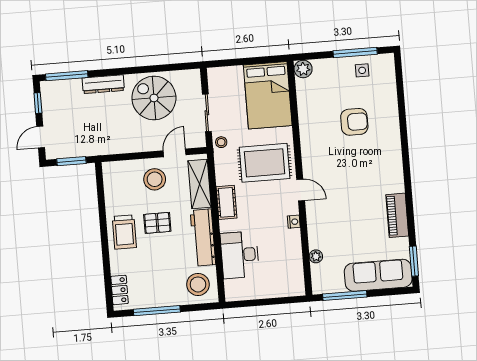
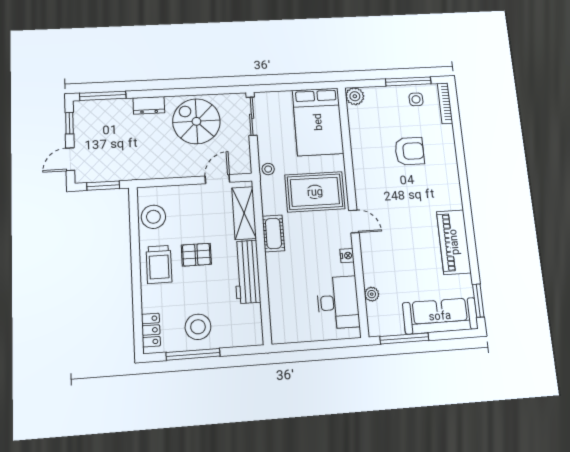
bookcase: (390, 73) -> (445, 103), added
dresser: (103, 84) -> (149, 105), width x0.70
sliding door: (207, 113) -> (252, 116), moved
stool: (155, 179) -> (153, 217), moved
piano: (397, 215) -> (454, 242), width x1.37, depth x1.33
desk: (240, 255) -> (338, 302), moved, turned 180
stool: (198, 284) -> (198, 327), moved

